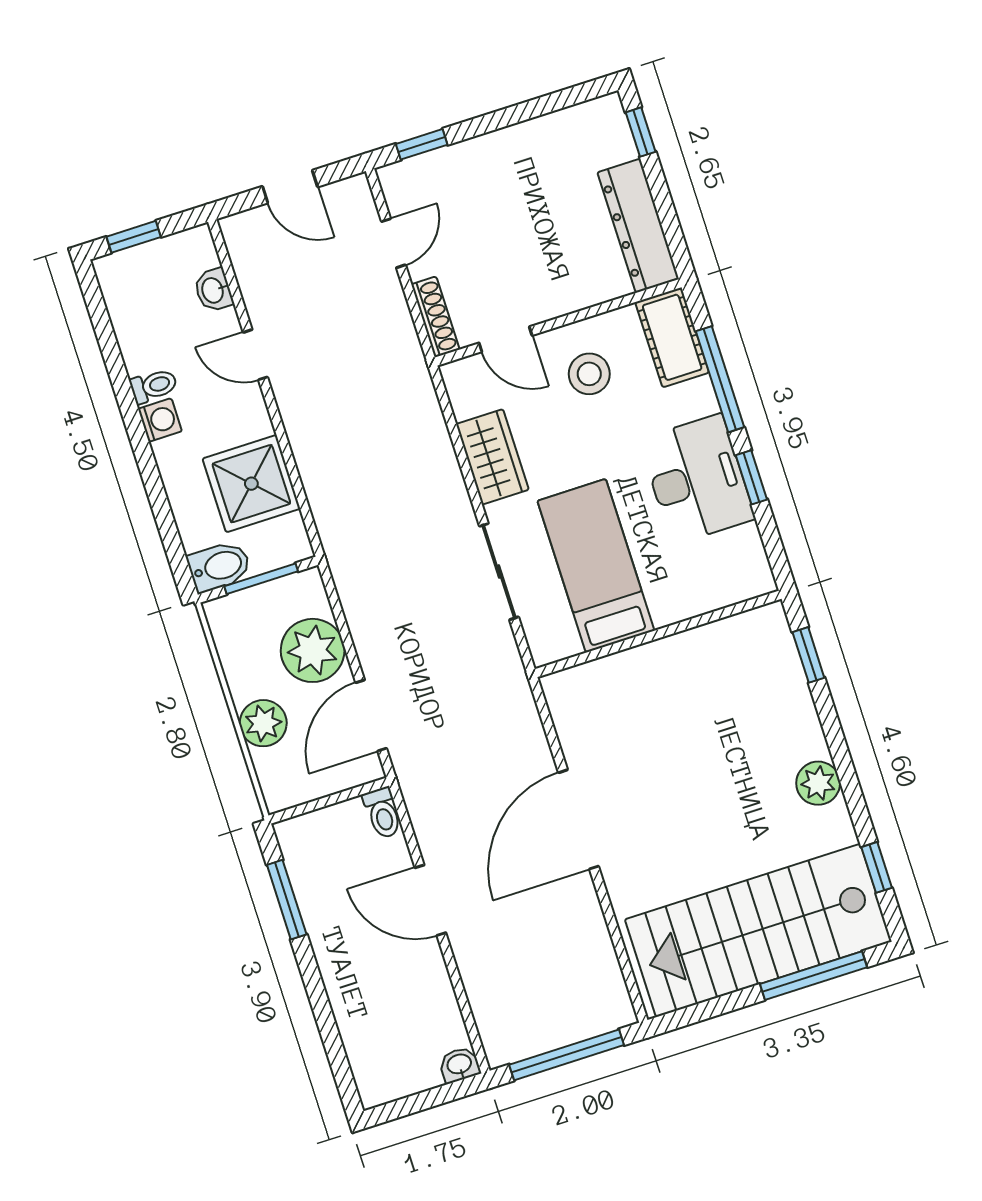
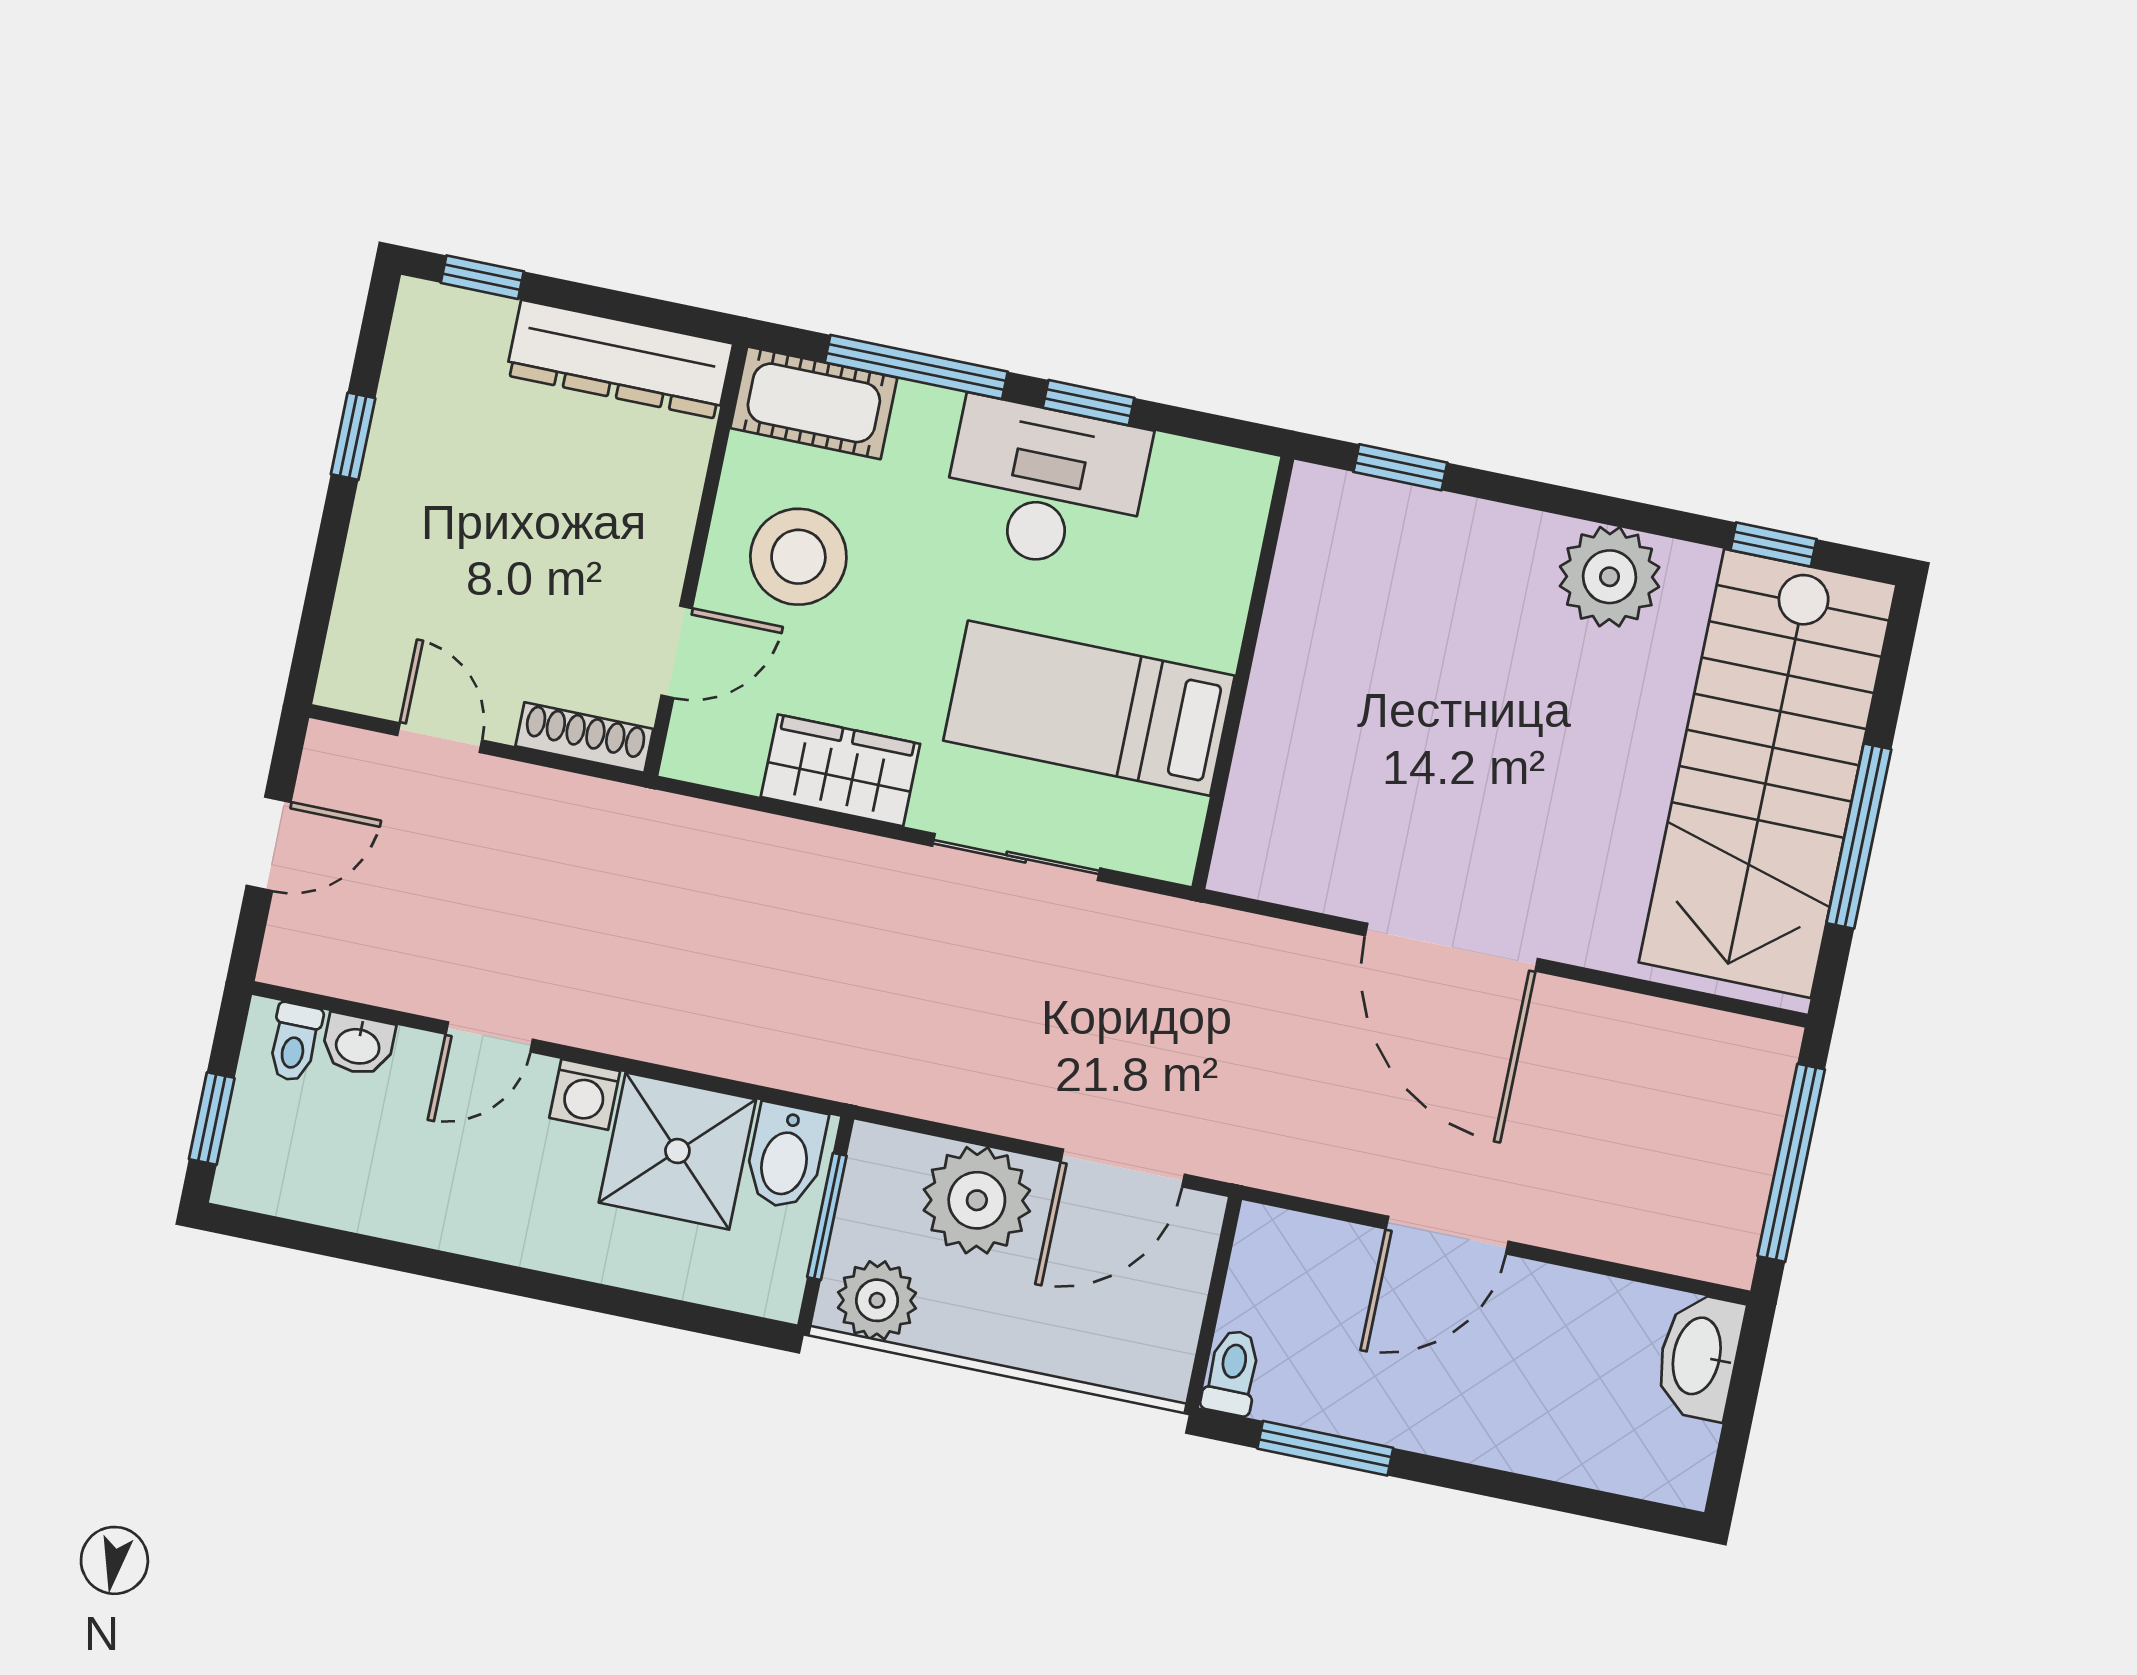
window: (422, 144) -> (353, 436), moved
stool: (589, 374) -> (798, 557), width x1.38, depth x1.38
toilet: (154, 386) -> (295, 1042), moved, turned 180
washing machine: (160, 420) -> (585, 1094), moved, turned 180
bidet: (219, 567) -> (785, 1156), moved, turned 180
door: (371, 716) -> (1123, 1168), hinge flipped
plant: (263, 723) -> (877, 1300), moved
plant: (818, 783) -> (1610, 577), width x1.36, depth x1.36
toilet: (383, 813) -> (1232, 1372), moved, turned -90
window: (813, 976) -> (1859, 836), moved
washbasin: (459, 1065) -> (1699, 1356), width x1.91, depth x1.45

